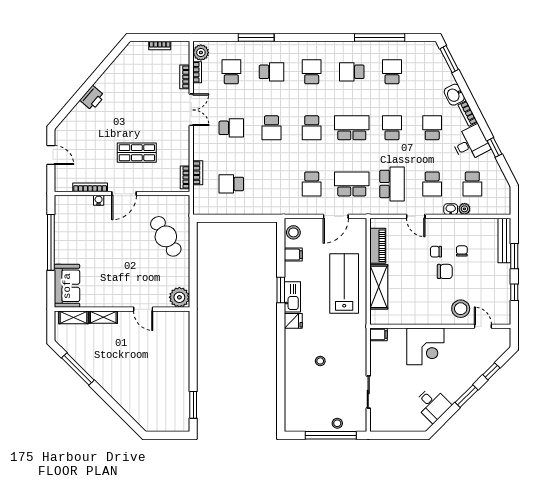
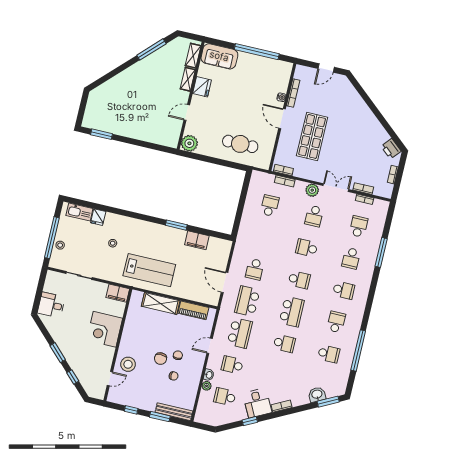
plant: (201, 53) -> (312, 190), moved
school desk: (231, 72) -> (359, 226), turned -90
washbasin: (454, 95) -> (317, 395), moved
printer: (92, 98) -> (391, 149), moved
double door: (191, 110) -> (336, 188), swing flipped
school desk: (312, 128) -> (299, 280), turned 180
school desk: (432, 128) -> (277, 375), removed
shop shelf: (137, 153) -> (312, 136), width x1.43, depth x1.36
school desk: (312, 184) -> (255, 269), turned -90
school desk: (352, 184) -> (247, 301), turned 180
school desk: (392, 184) -> (240, 333), turned -90
stool: (293, 232) -> (220, 246), removed
cafe table: (166, 236) -> (240, 144), turned 31
filing cabinet: (293, 255) -> (197, 240), width x2.00
lab bench: (344, 284) -> (149, 270), moved
kitchen sink: (292, 297) -> (79, 212), moved
fridge: (108, 298) -> (202, 87), added
fridge: (293, 321) -> (98, 217), moved
filing cabinet: (379, 334) -> (118, 293), width x2.00
desk: (432, 404) -> (51, 305), moved, turned 45

